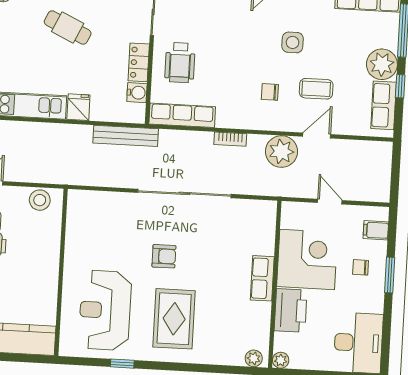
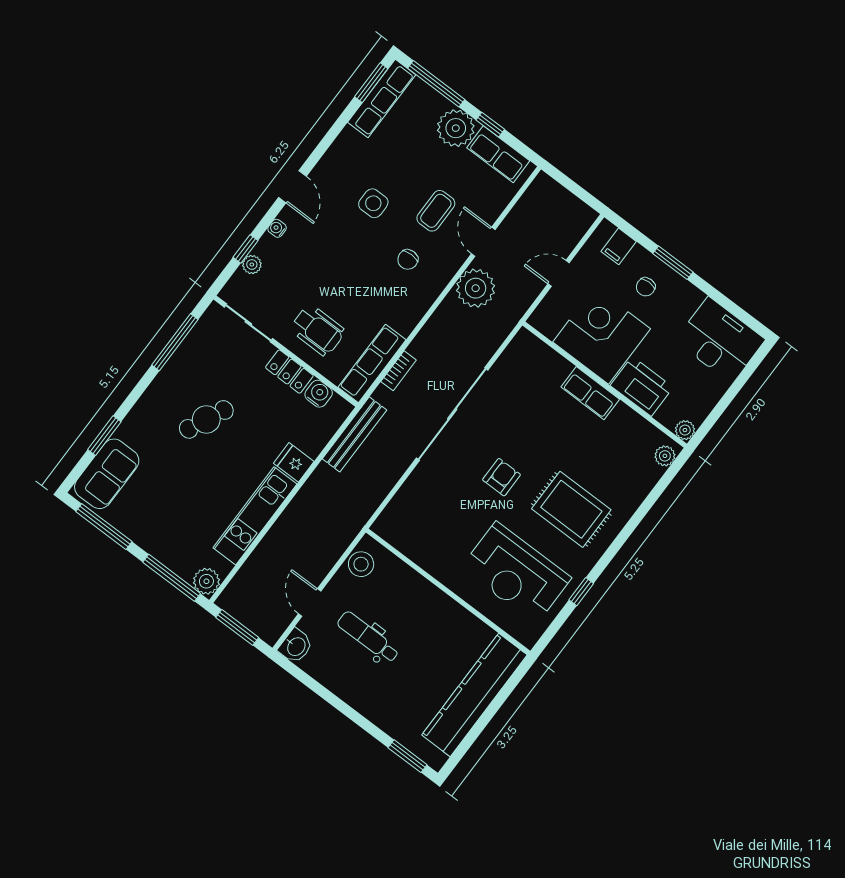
bookcase: (230, 139) -> (399, 371), moved

